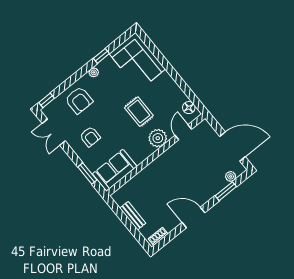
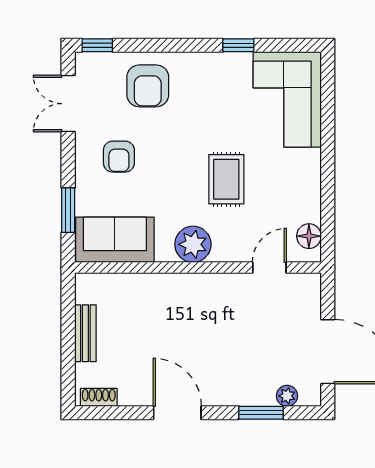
plant: (94, 72) -> (206, 61), removed
plant: (158, 138) -> (193, 244), moved

